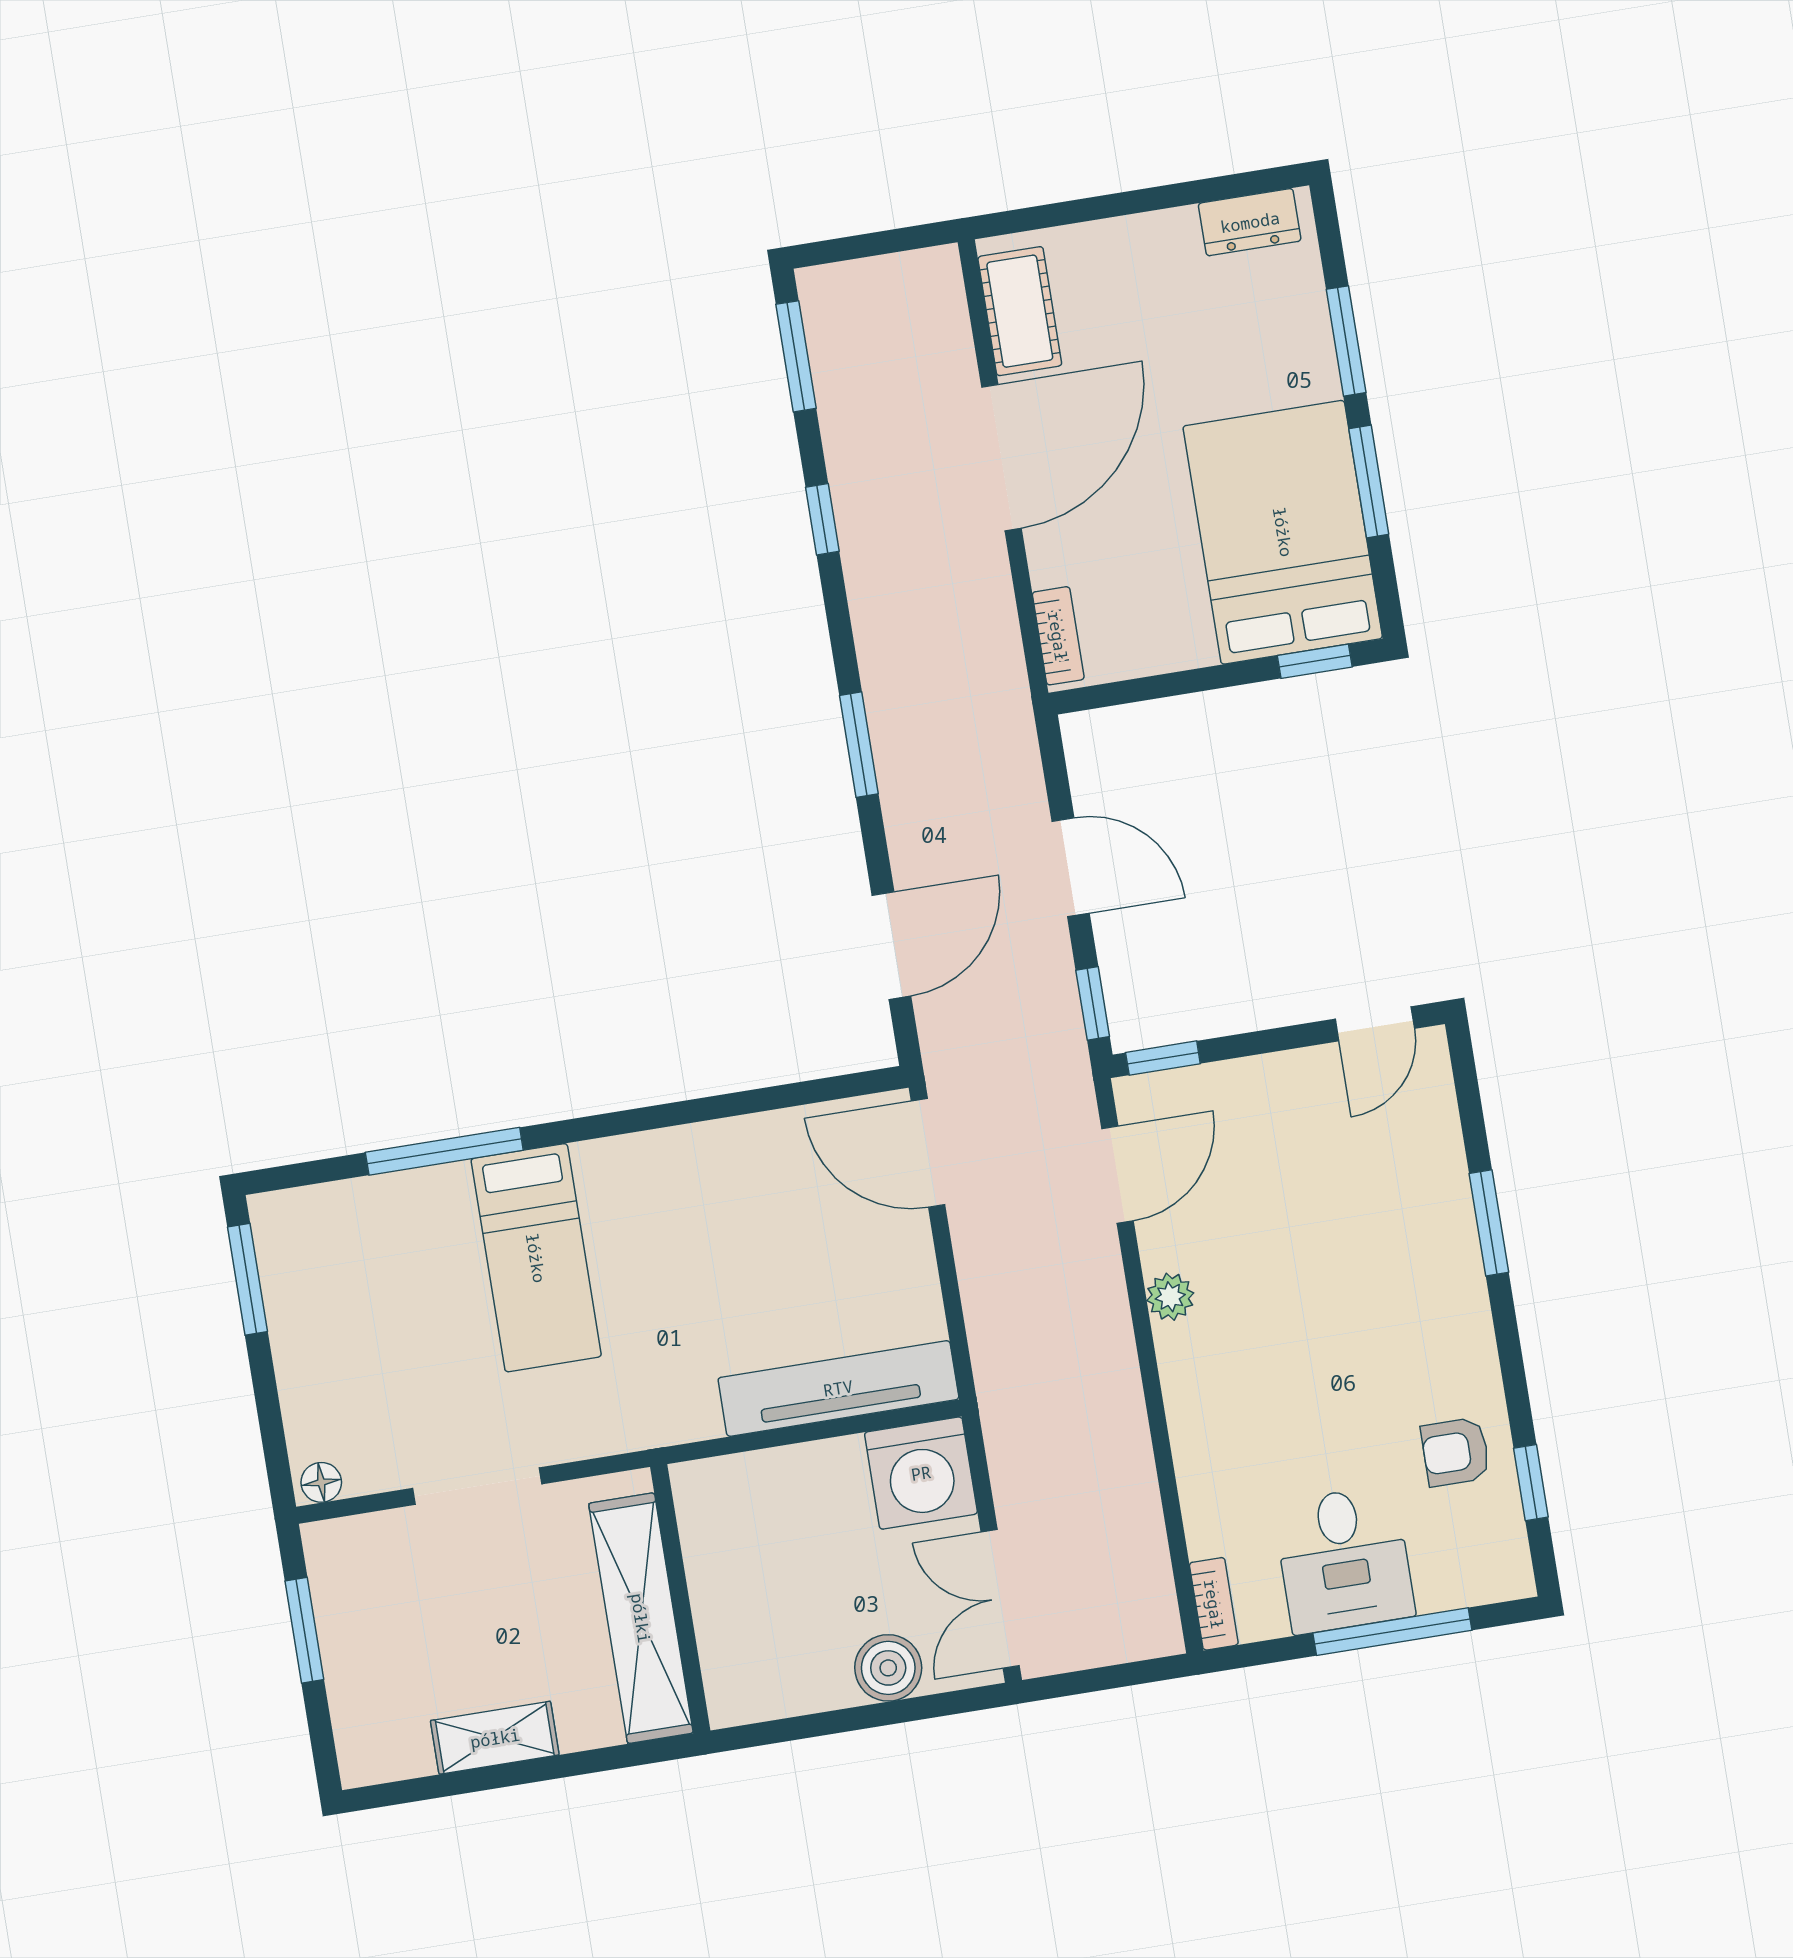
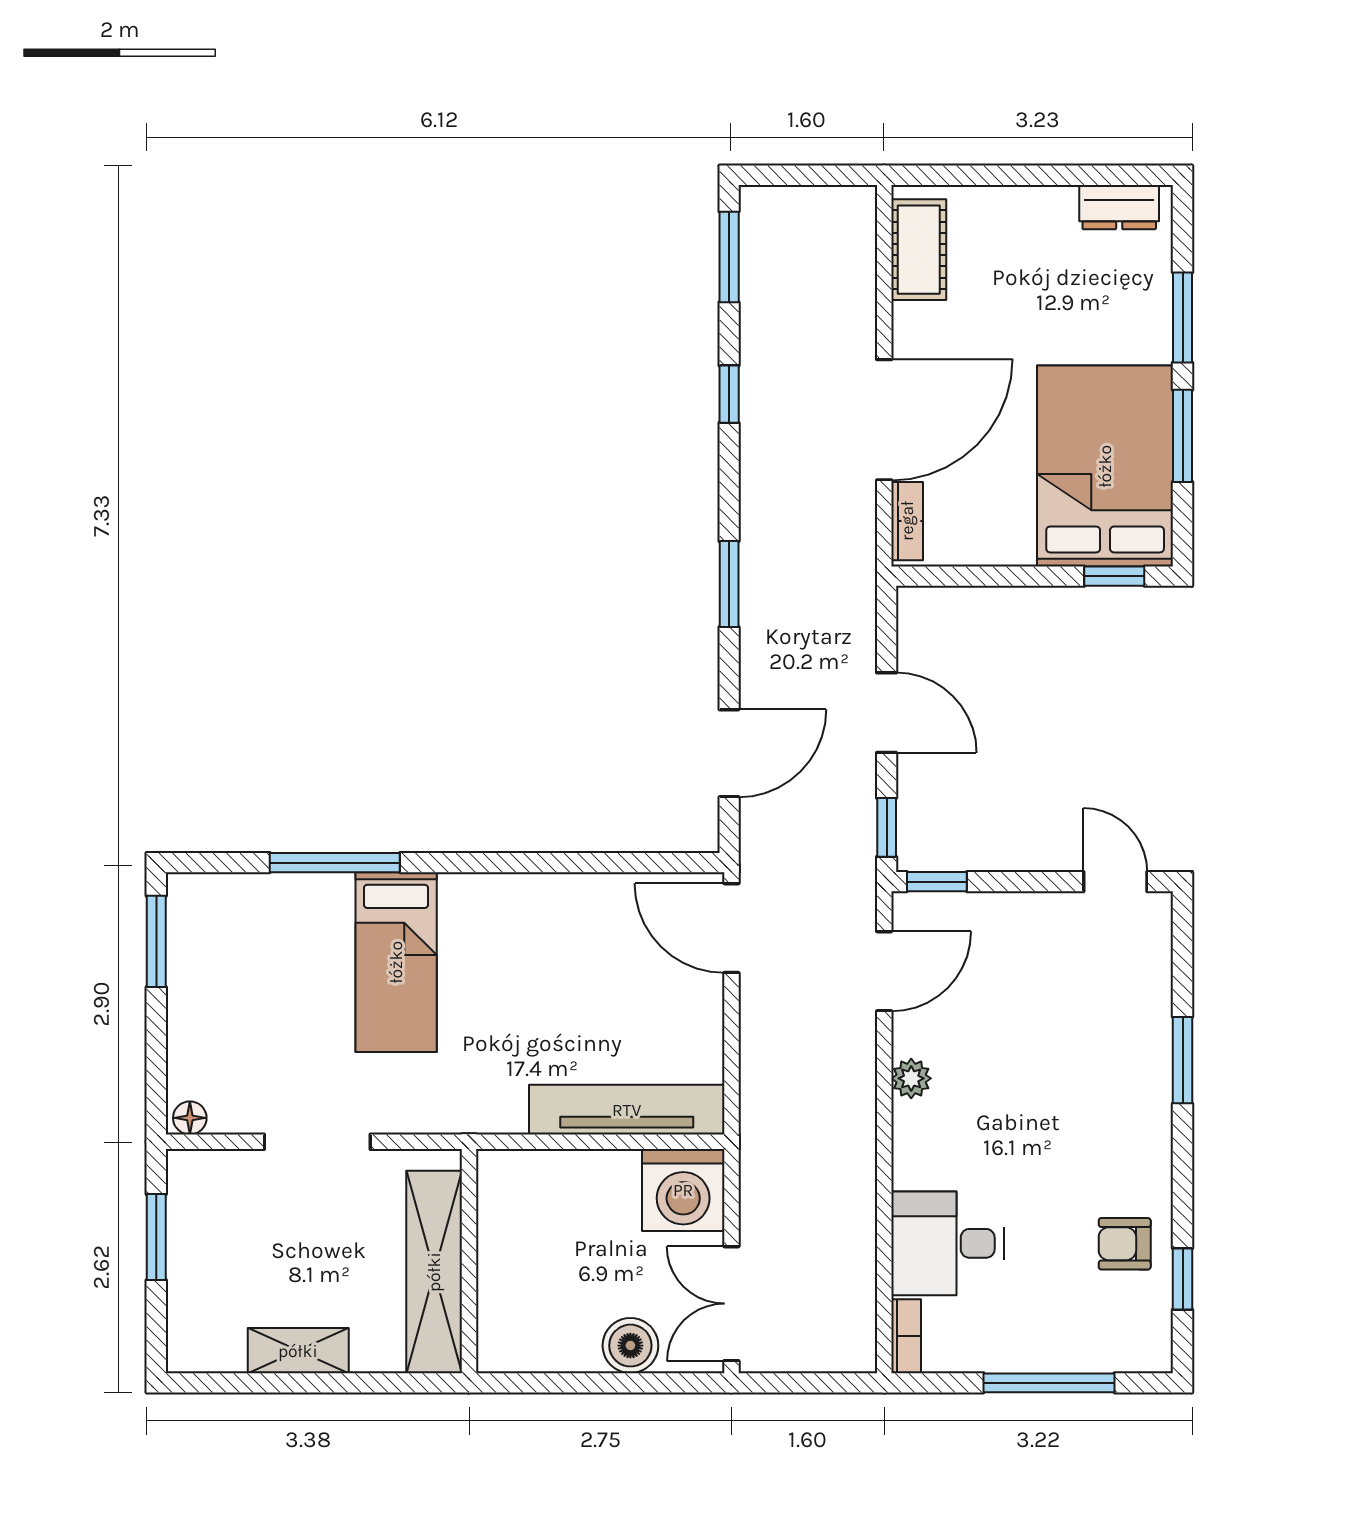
door: (1001, 458) -> (884, 420), moved
door: (1375, 1024) -> (1115, 882), swing flipped
desk: (1344, 1560) -> (947, 1243), moved, turned 90

